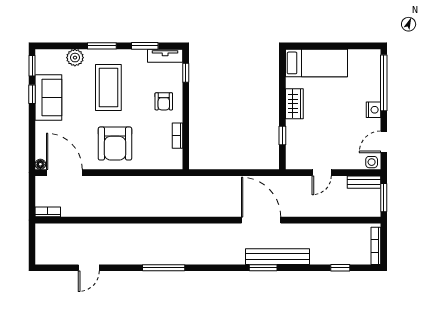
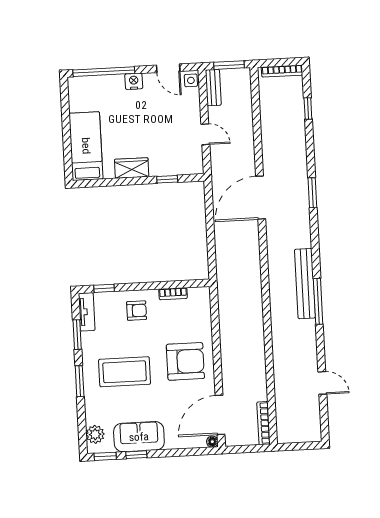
plant: (75, 58) -> (95, 434), moved
bookcase: (48, 212) -> (263, 423), width x1.56
bench: (277, 257) -> (305, 284), moved

